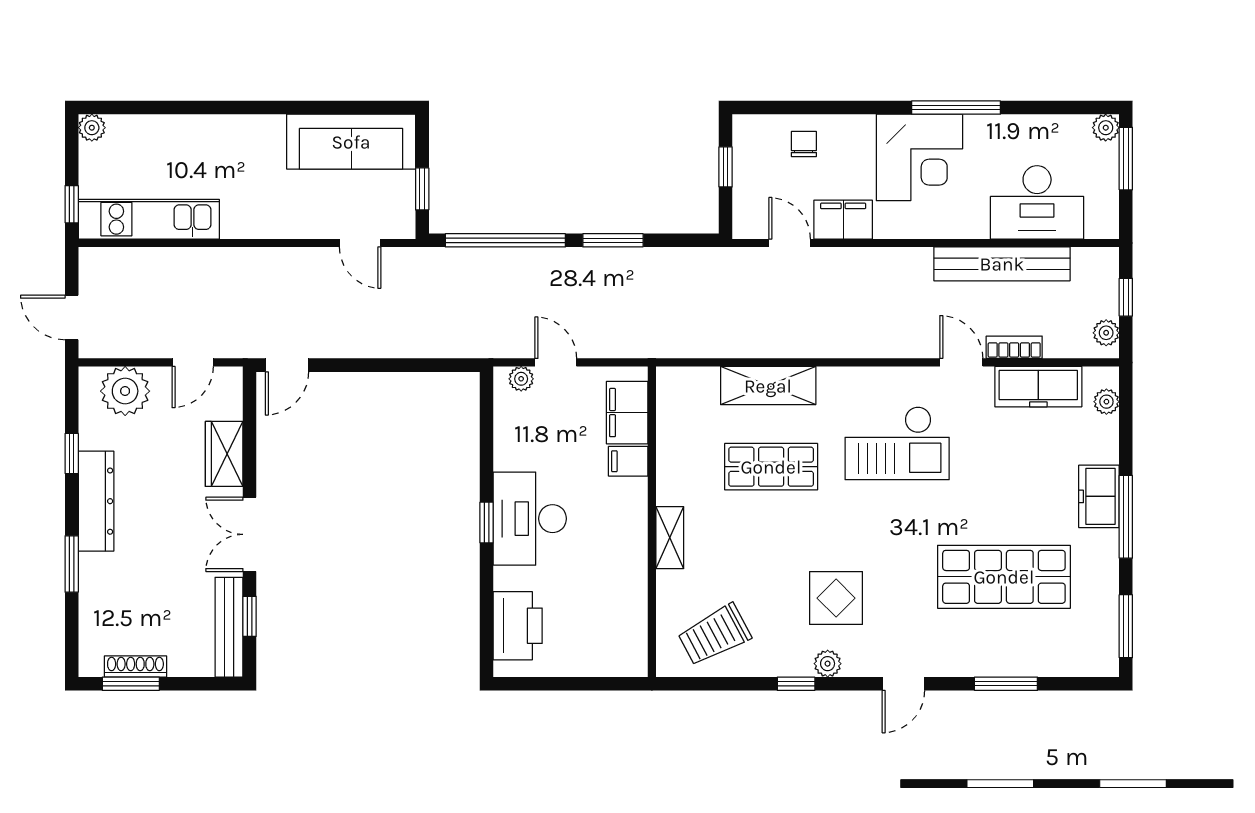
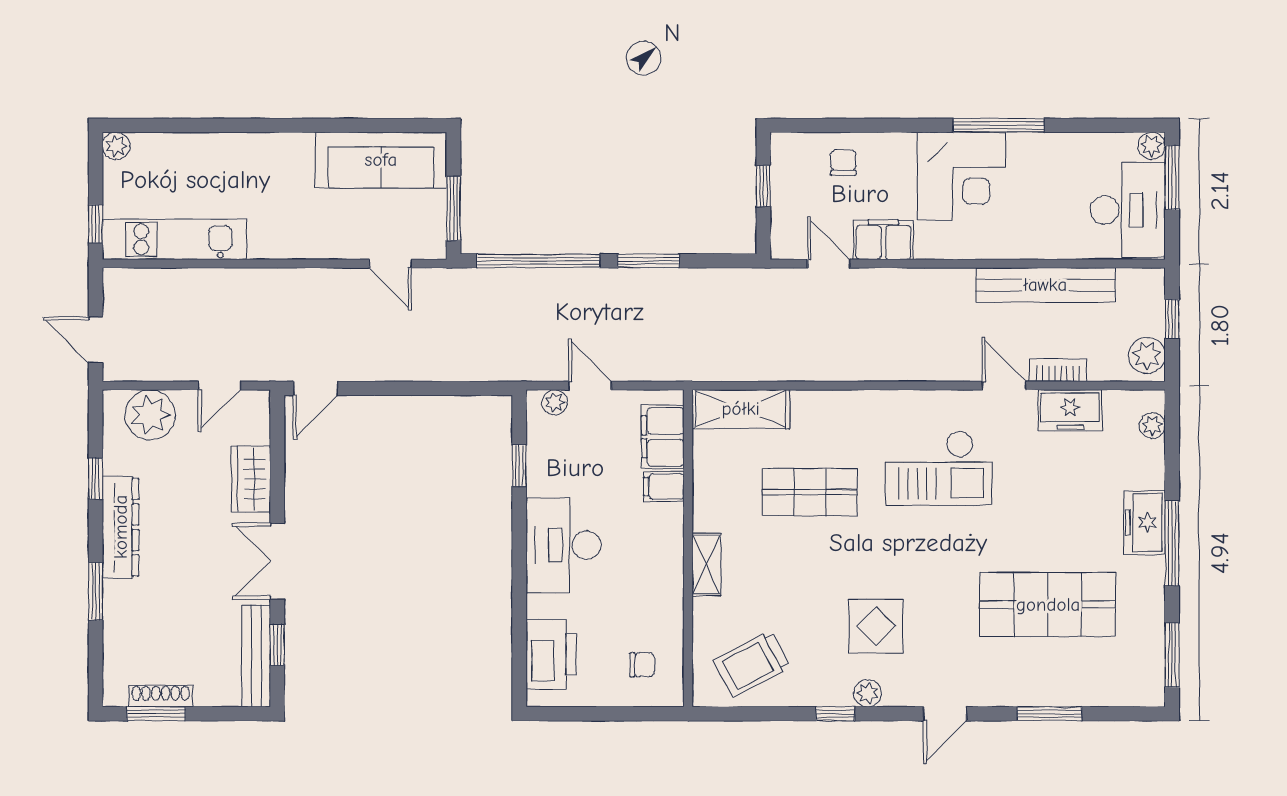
window: (422, 189) -> (454, 208), width x1.50
desk: (1037, 202) -> (1128, 210), moved, turned -90
plant: (1106, 333) -> (1147, 355), width x1.38, depth x1.38
shelving: (768, 386) -> (741, 409), moved
freezer: (1038, 387) -> (1070, 410), width x0.71
window: (487, 523) -> (519, 466), moved
chair: (607, 636) -> (642, 665), added

